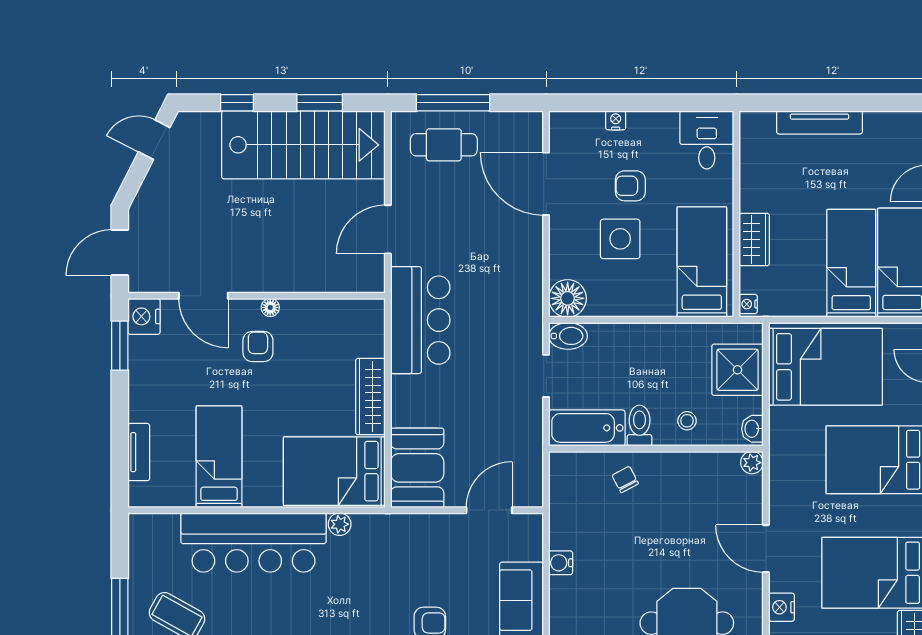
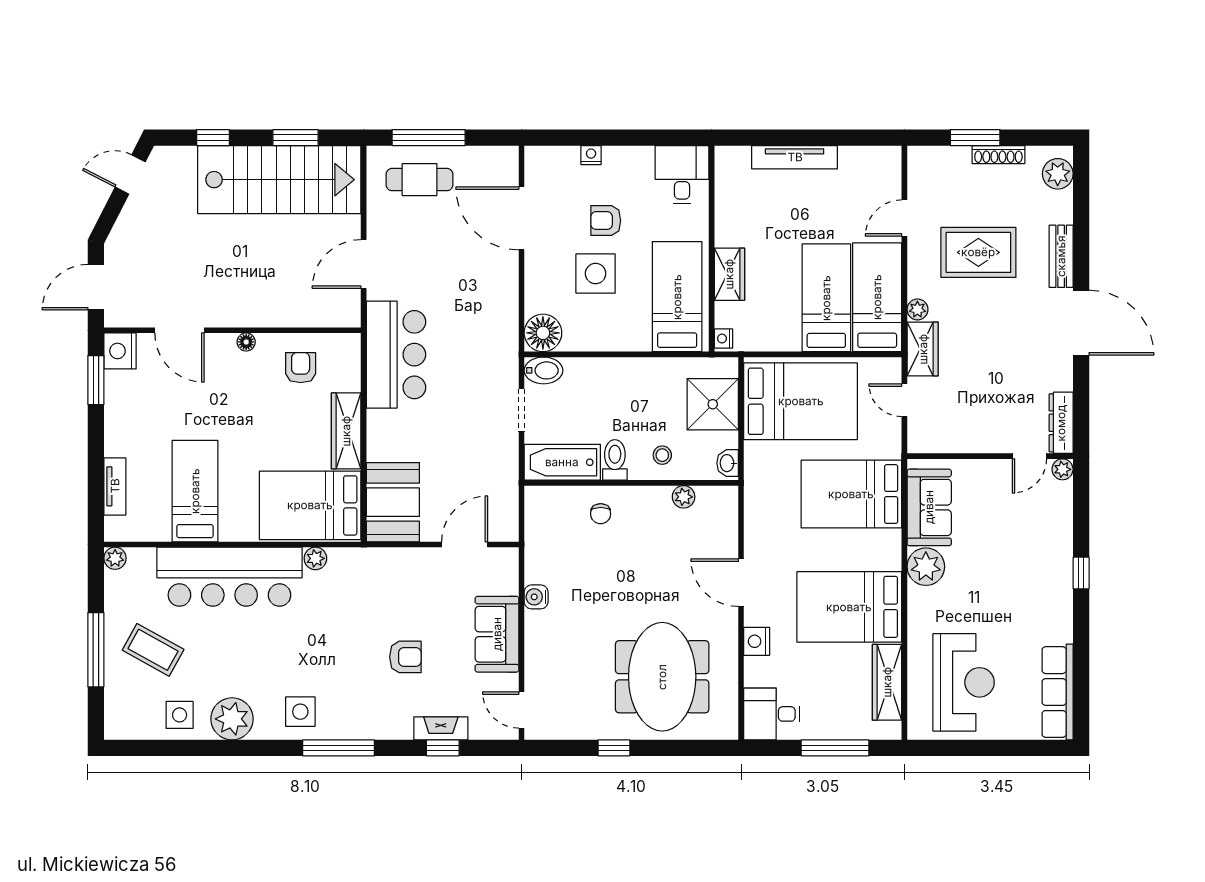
armchair: (258, 346) -> (301, 368), moved
plant: (752, 463) -> (684, 497), moved
chair: (625, 479) -> (601, 514), turned -152
plant: (139, 524) -> (115, 558), added

